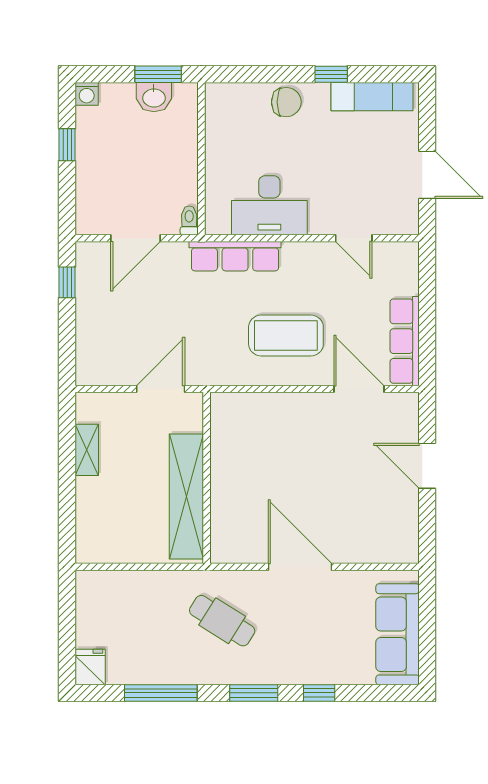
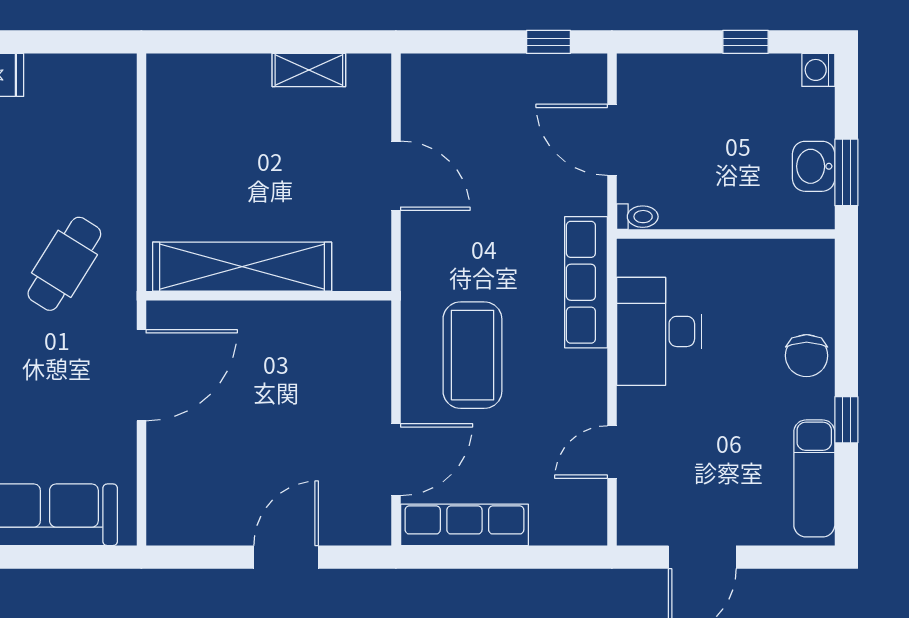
wall: (207, 478) -> (269, 296), moved
shelving: (186, 496) -> (242, 267), moved

